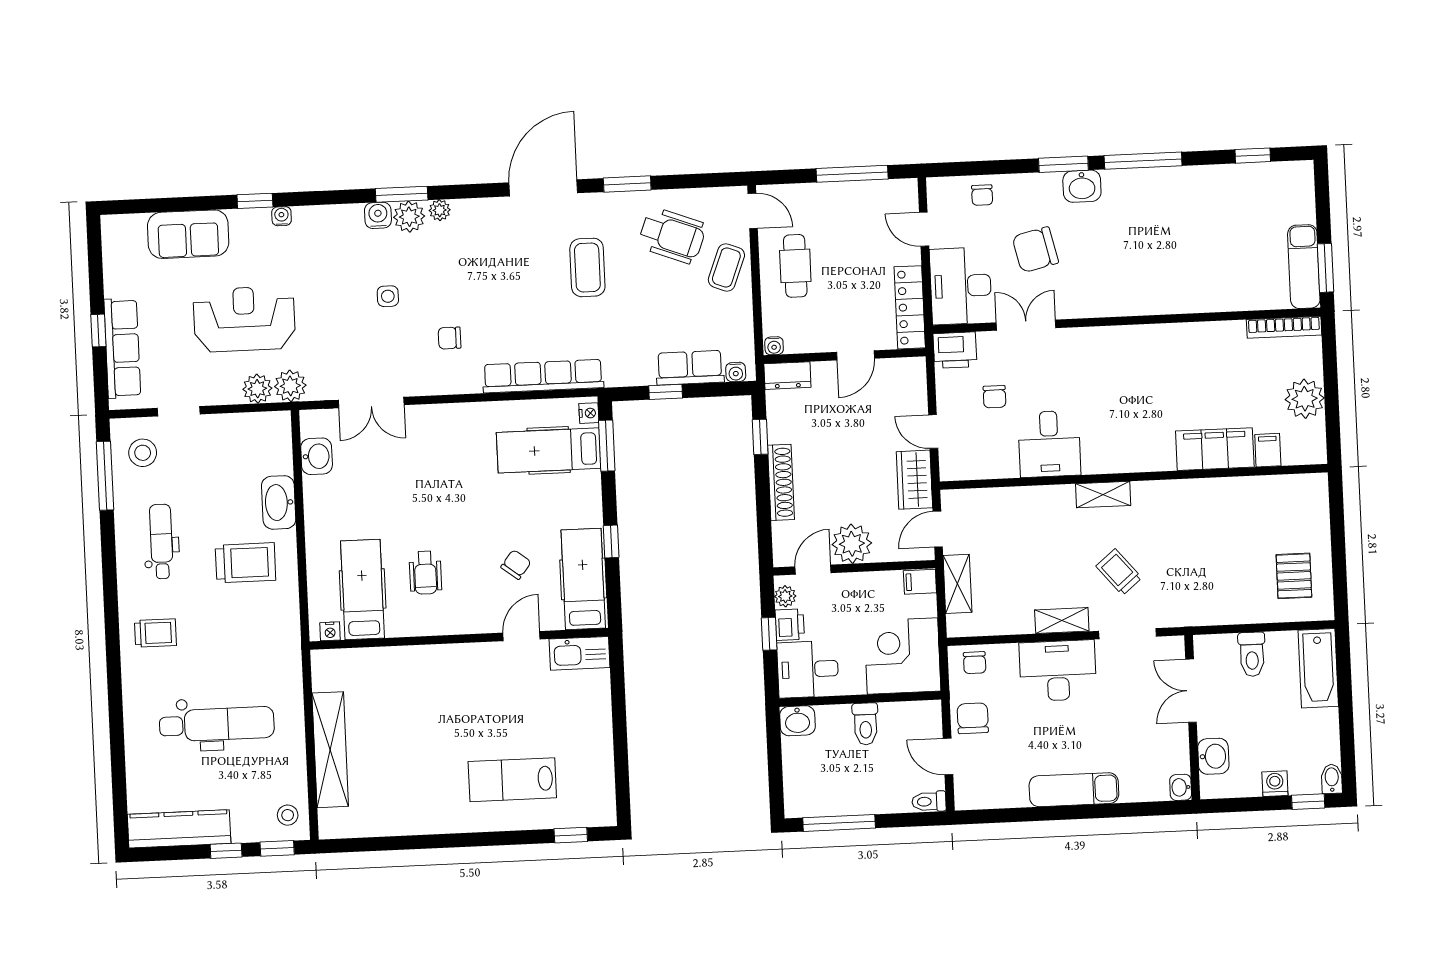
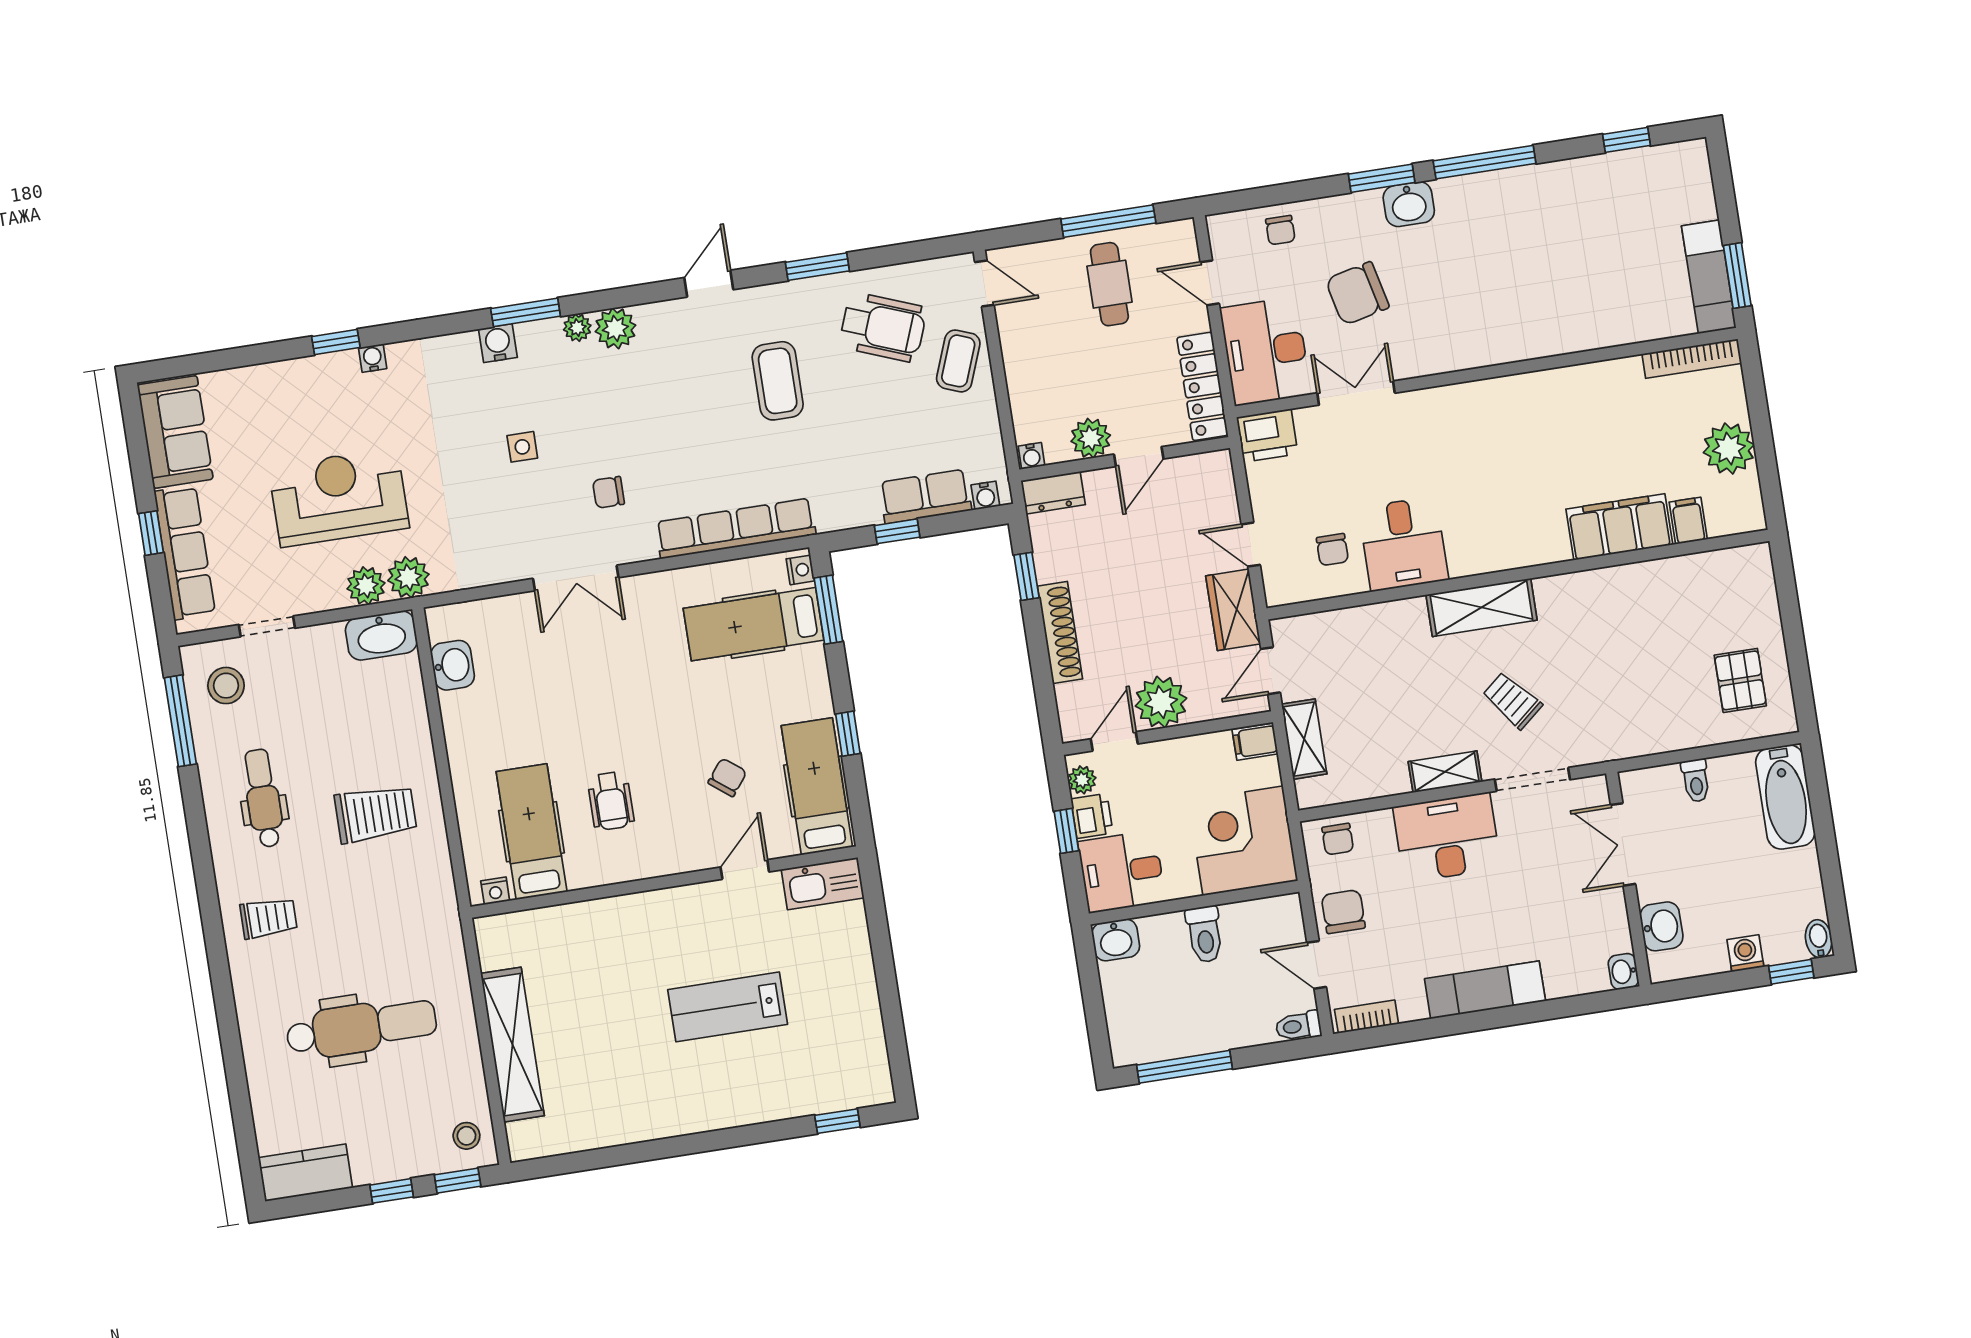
door: (543, 188) -> (709, 284), width x0.53
plant: (409, 217) -> (615, 328), moved
sofa: (188, 234) -> (175, 432), moved, turned -90
cafe table: (795, 266) -> (1109, 284), moved
plant: (820, 337) -> (1091, 438), added
chair: (995, 397) -> (1332, 550), moved
double door: (371, 402) -> (576, 578), moved
shelving: (1103, 495) -> (1481, 607), width x1.50, depth x1.33
washbasin: (279, 502) -> (381, 636), moved, turned -90
toilet: (1252, 654) -> (1696, 780), width x0.73, depth x0.72
lab bench: (512, 780) -> (728, 1007), moved
bookcase: (982, 800) -> (1367, 1017), added
kitchen counter: (179, 829) -> (305, 1173), width x0.67

